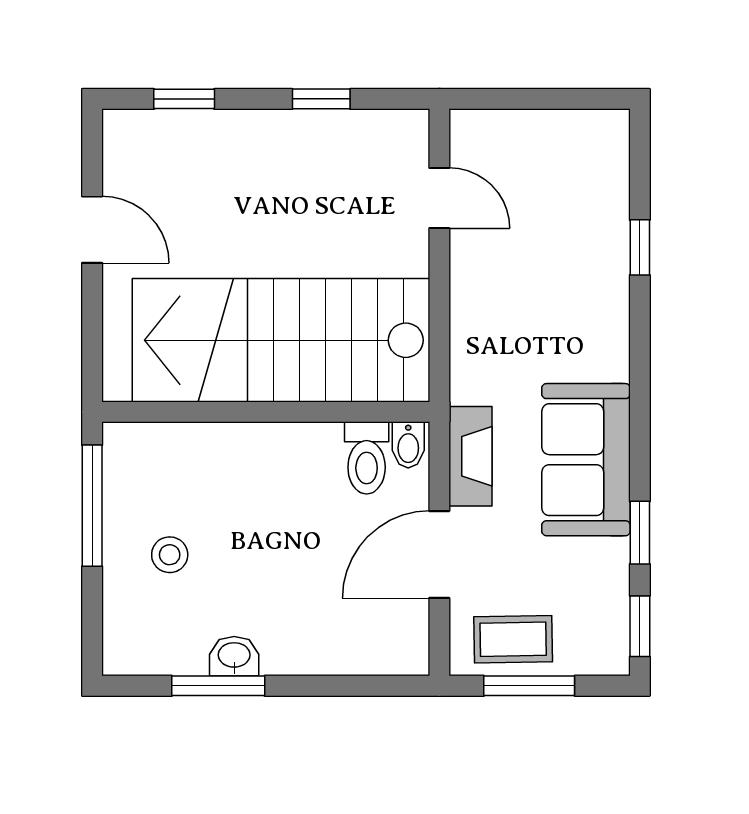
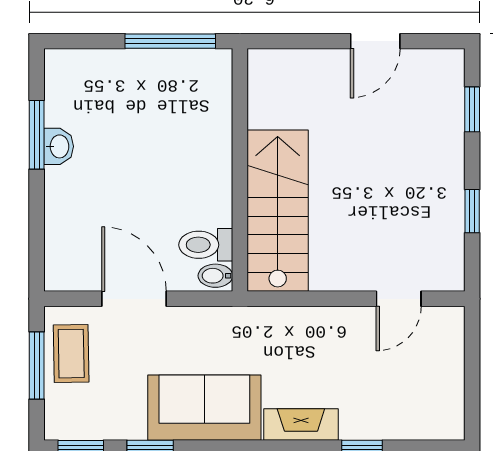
stairs: (281, 340) -> (278, 211), width x0.73, depth x0.66
fireplace: (470, 456) -> (301, 424), moved, turned 180
stool: (170, 555) -> (134, 99), removed

